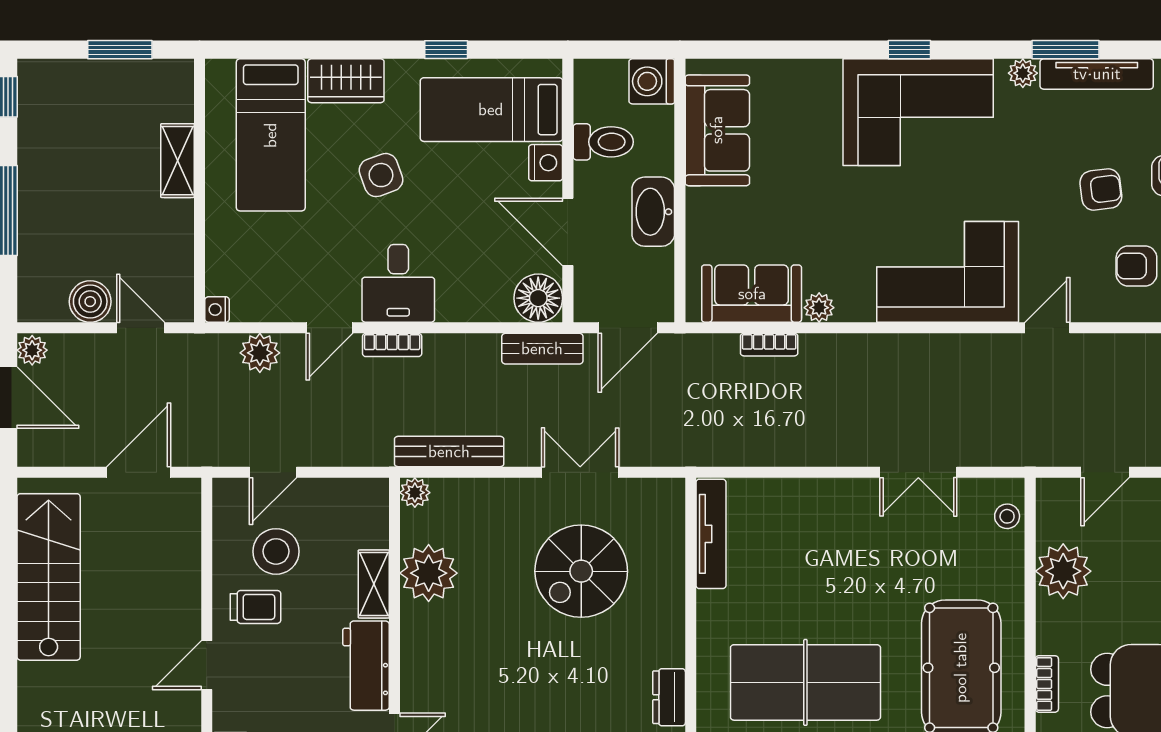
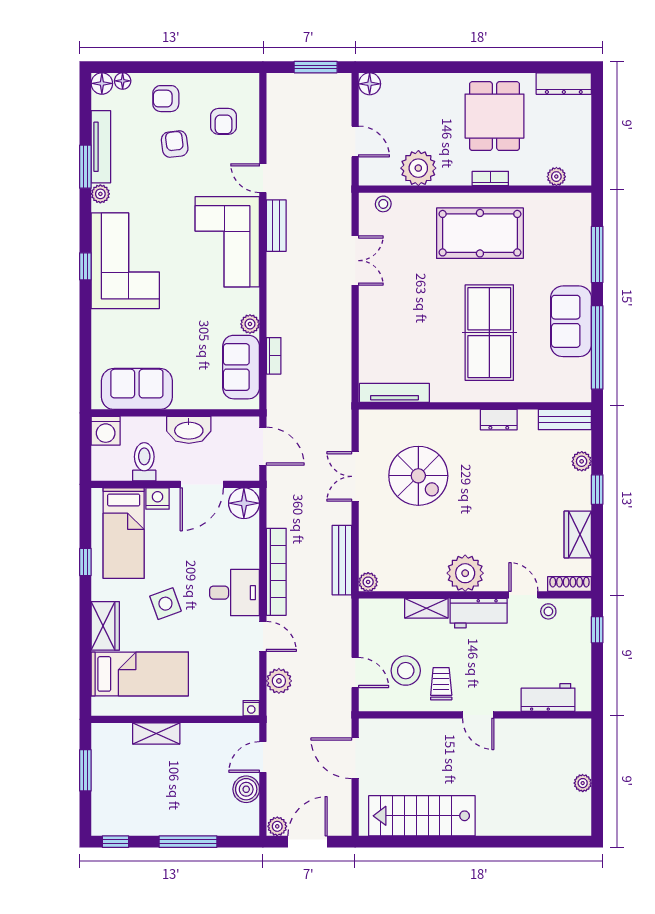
bookcase: (392, 345) -> (276, 572), width x2.31, depth x1.31
bench: (542, 349) -> (276, 226), moved
plant: (429, 573) -> (465, 573), moved

